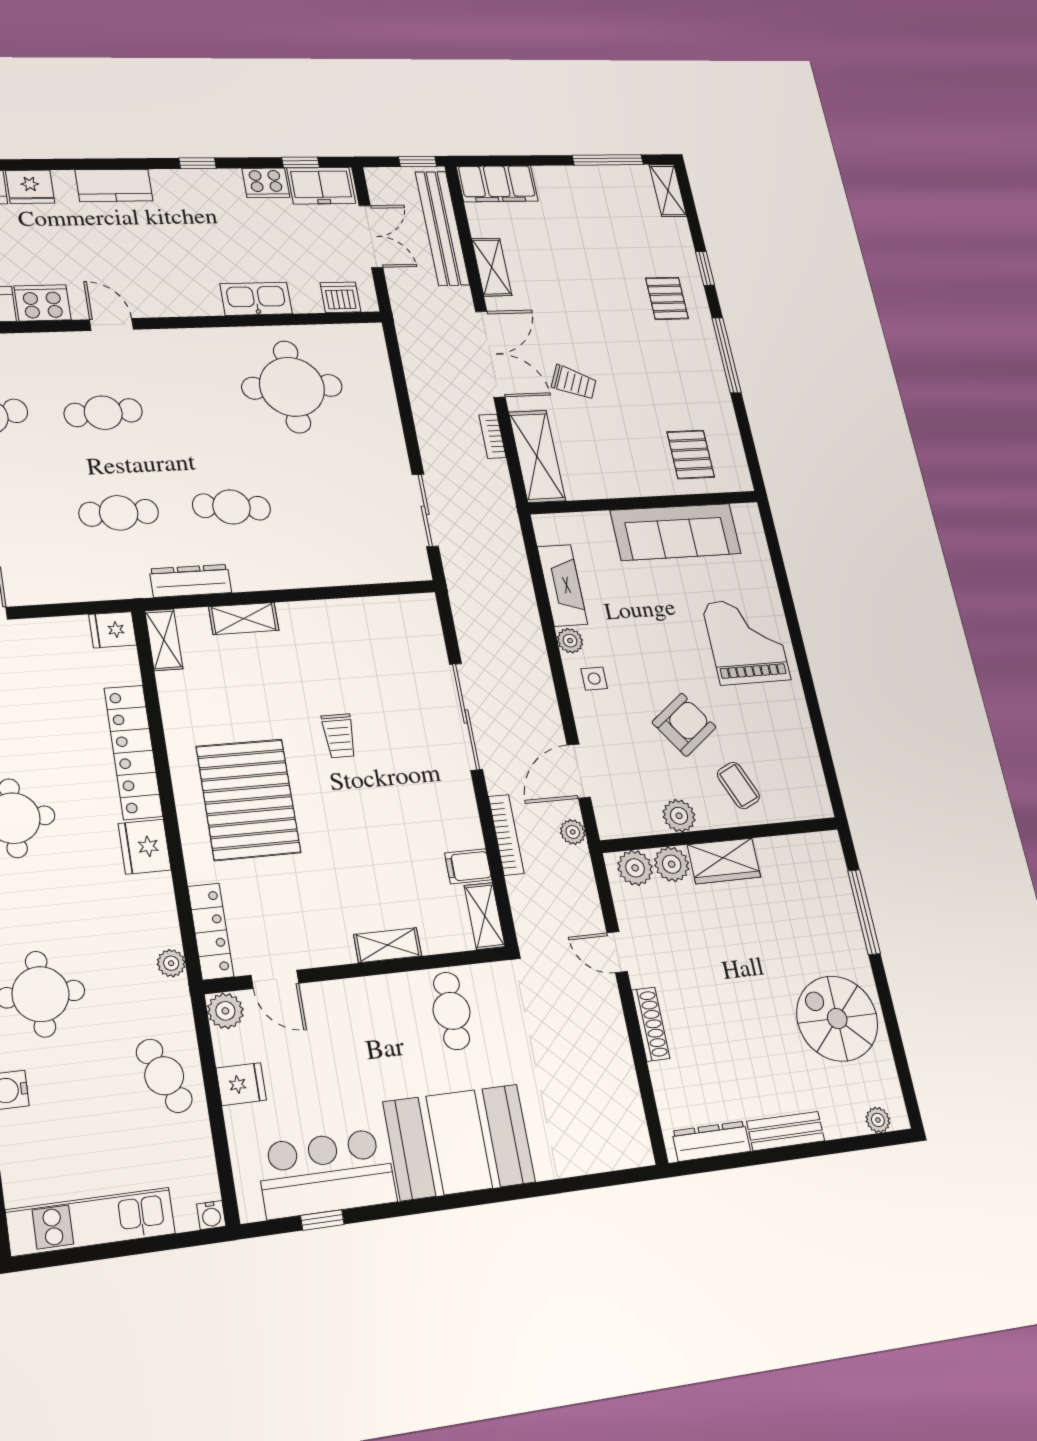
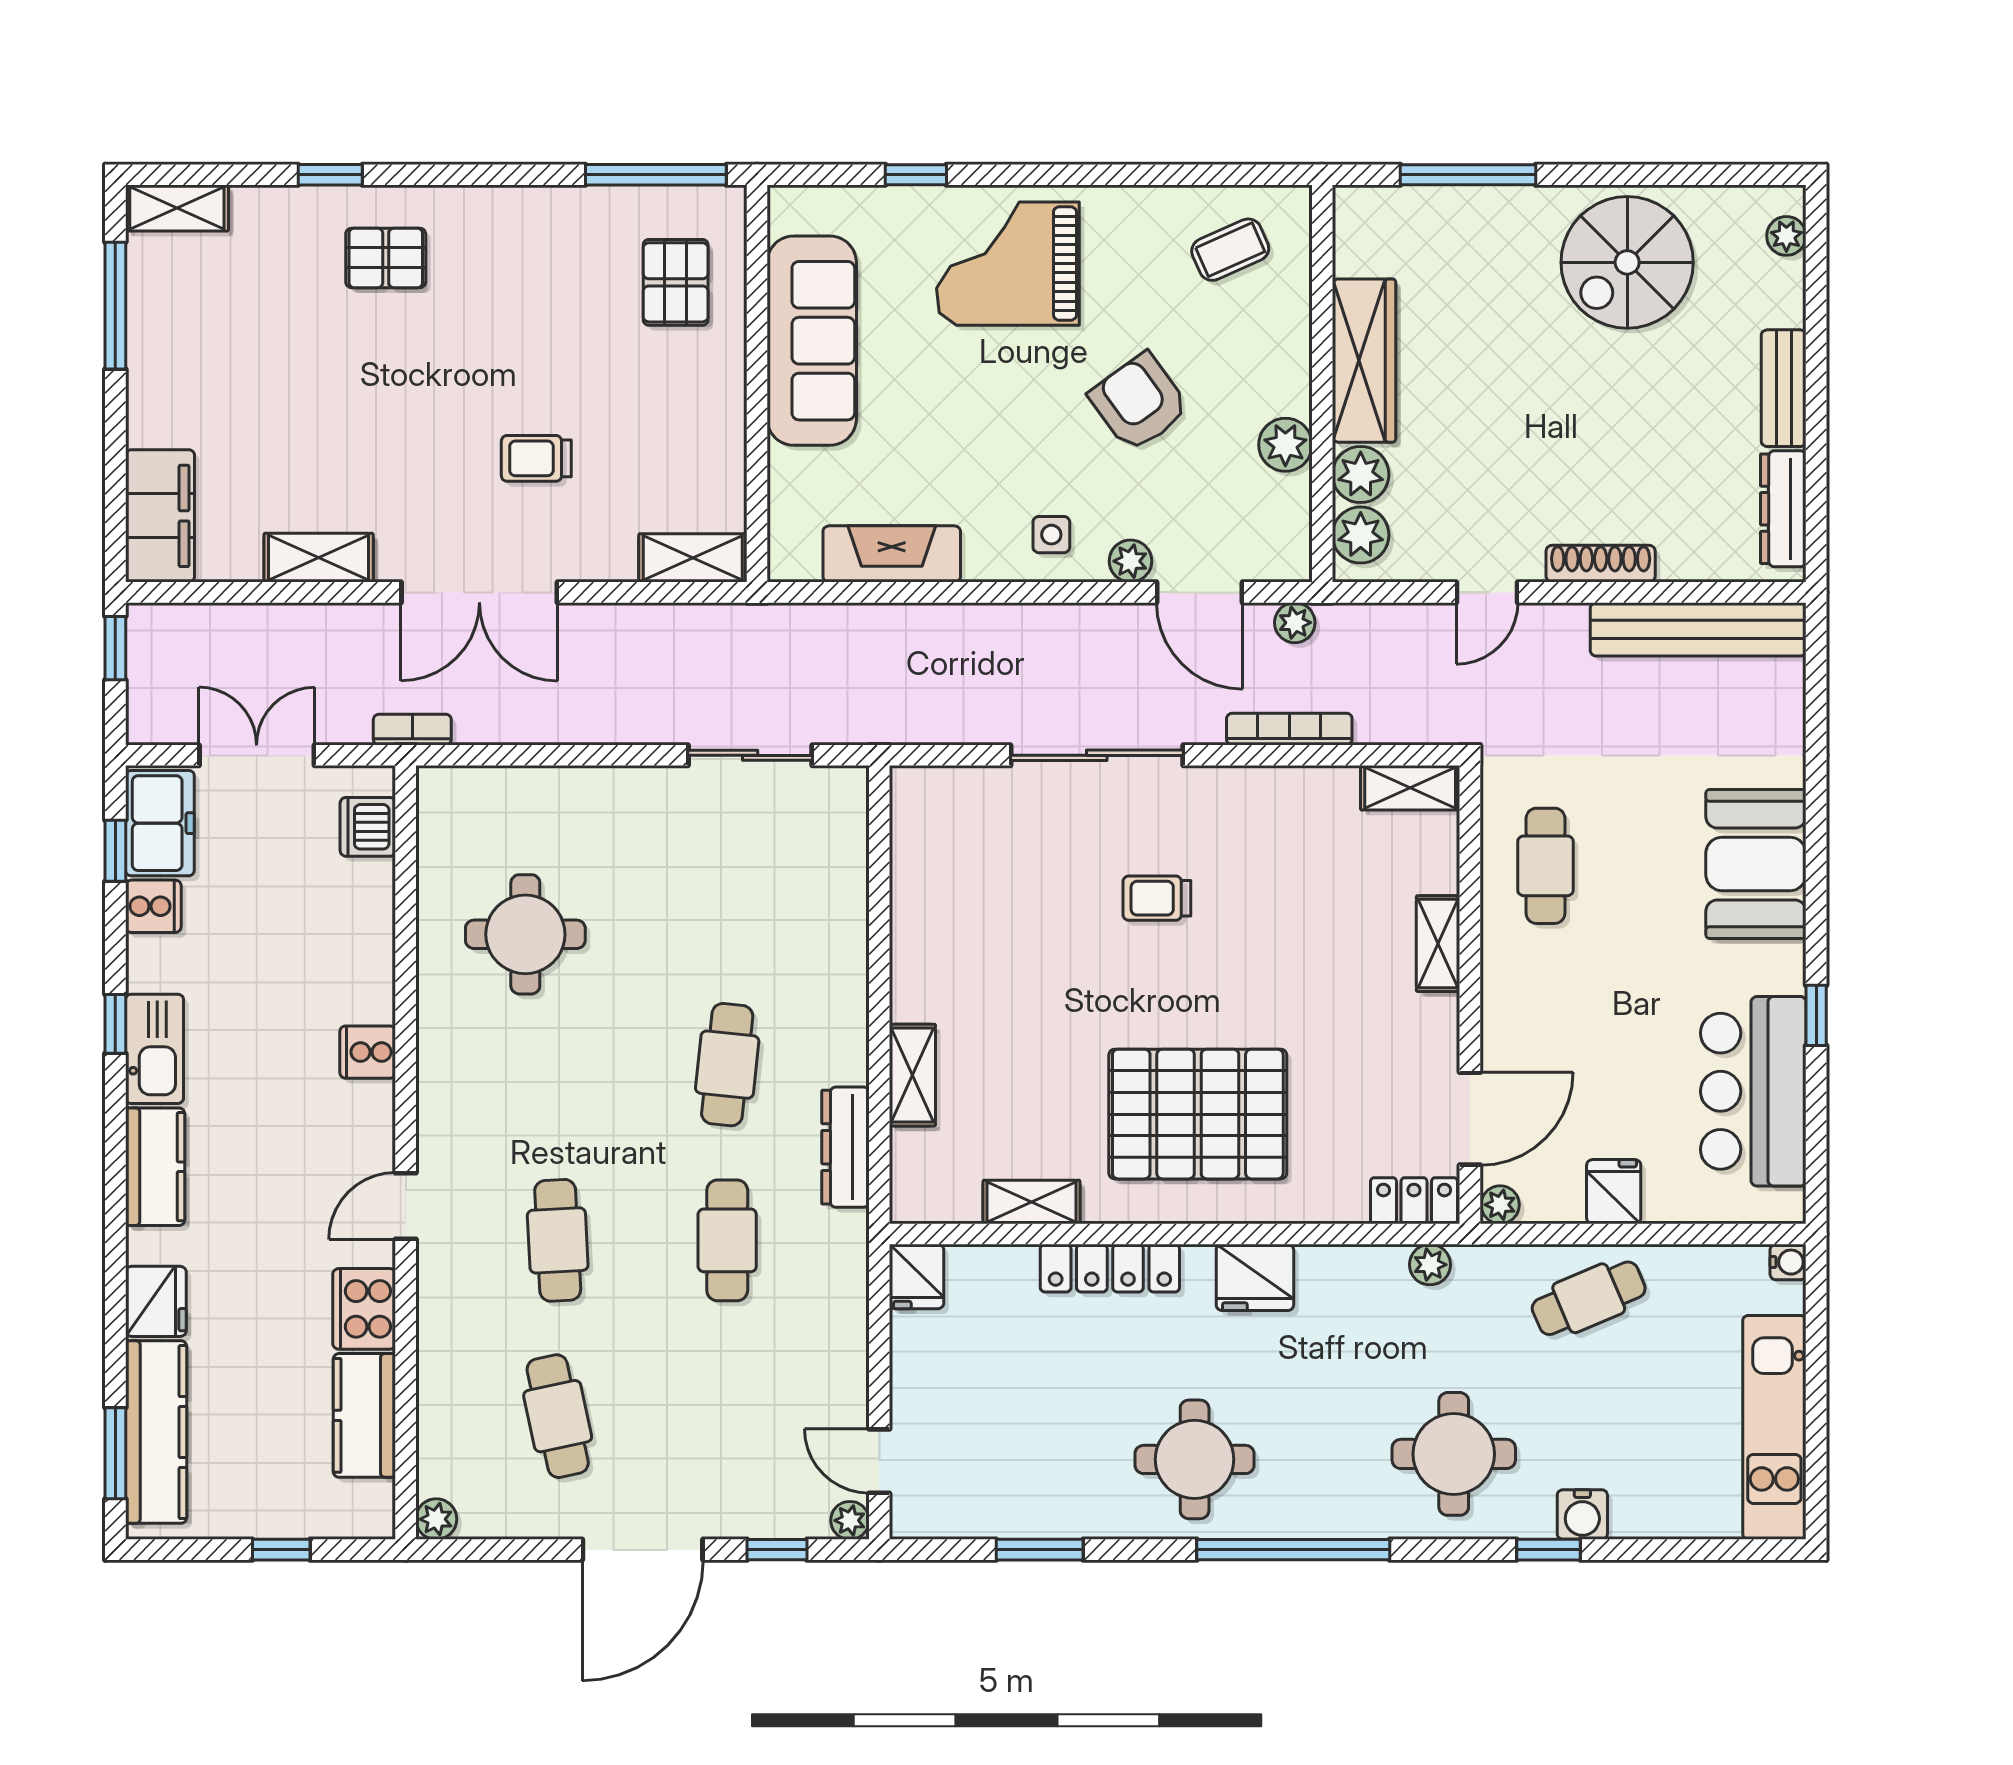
cooker: (266, 183) -> (153, 906), width x0.73
bench: (442, 228) -> (1698, 629), moved
kitchen sink: (256, 299) -> (154, 1049), moved, turned 180
cooker: (204, 301) -> (368, 1052), added
double door: (490, 354) -> (479, 592), swing flipped
window: (726, 355) -> (656, 175), moved
trolley: (574, 382) -> (536, 458), turned -114
round table: (292, 387) -> (525, 934), width x0.73, depth x0.73
bookcase: (492, 436) -> (412, 730), moved, turned 180
pallet: (691, 454) -> (676, 282), turned 90
shelving: (537, 456) -> (693, 558), width x0.67, depth x0.75
window: (783, 585) -> (916, 175), added
shelving: (164, 640) -> (1031, 1202), moved
plant: (570, 641) -> (1130, 561), moved
trolley: (339, 736) -> (1157, 898), moved, turned 180
locker: (133, 752) -> (1110, 1268), width x0.71, depth x0.83
coffee table: (738, 786) -> (1230, 250), moved
wardrobe: (724, 861) -> (1364, 361), width x1.50
filing cabinet: (468, 866) -> (1332, 798), removed
locker: (211, 931) -> (1414, 1201), width x0.66
door: (275, 979) -> (1470, 1119), width x1.38
plant: (225, 1011) -> (1500, 1205), width x0.73, depth x0.73
cafe table: (452, 1011) -> (1545, 866), turned 90
booth: (459, 1142) -> (1756, 864), width x0.73, depth x0.70
window: (322, 1220) -> (1816, 1015), moved

